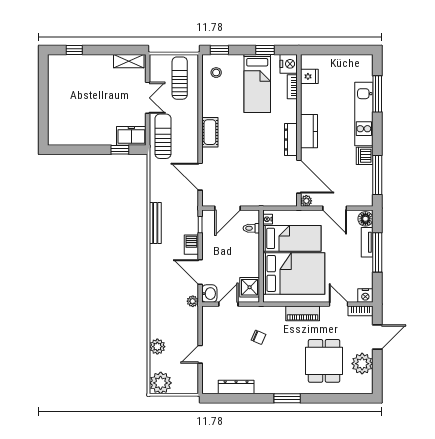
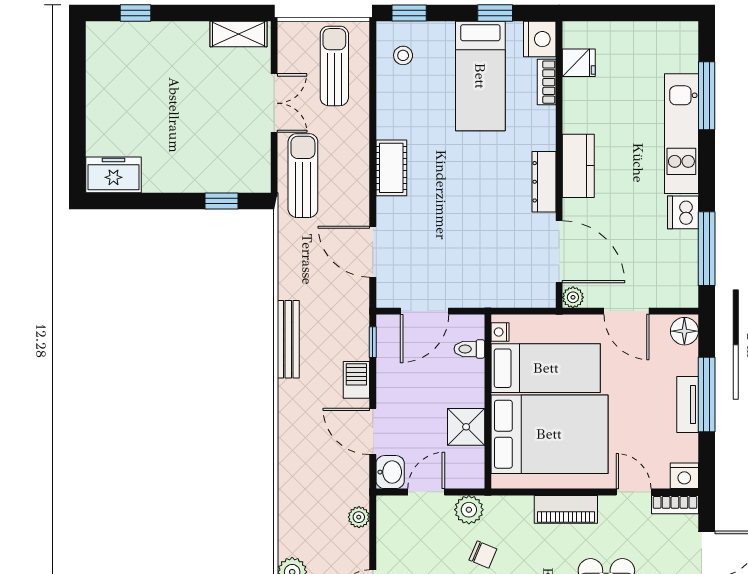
freezer: (131, 136) -> (113, 175), moved
tv unit: (367, 242) -> (688, 405), moved
shower: (250, 287) -> (466, 427), moved
plant: (193, 301) -> (359, 517), moved
plant: (251, 314) -> (469, 510), added

